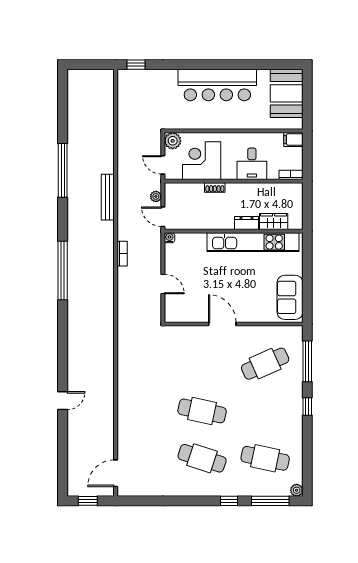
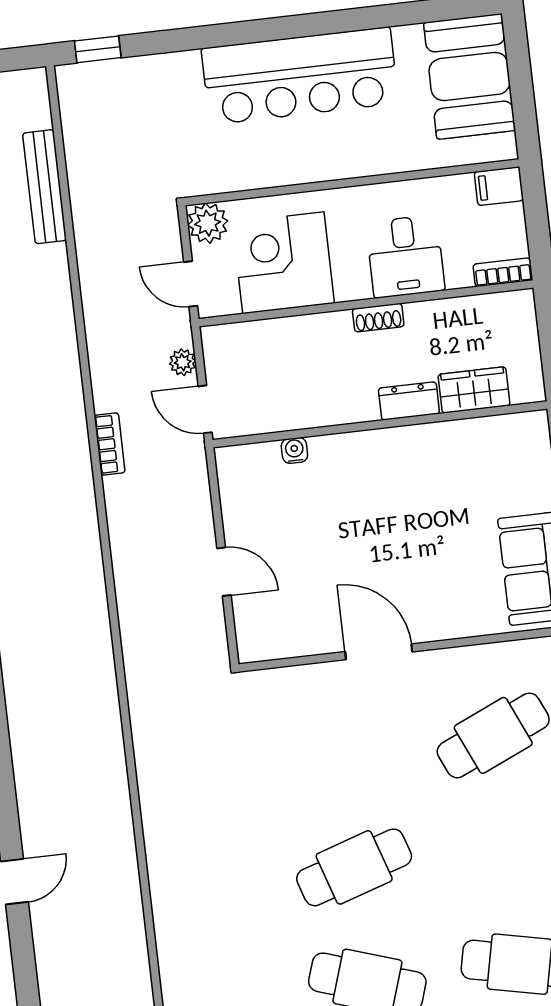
shoe rack: (215, 187) -> (378, 318), moved
bench: (108, 197) -> (45, 187), moved
water cooler: (169, 238) -> (294, 450), moved
kitchen unit: (253, 242) -> (430, 445), removed
bookcase: (122, 254) -> (110, 444), moved
cafe table: (202, 411) -> (354, 867), turned -30

